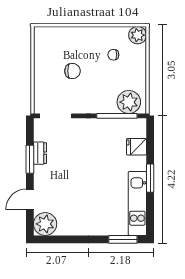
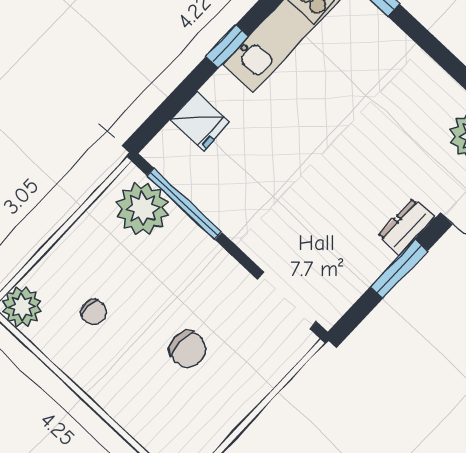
chair: (72, 71) -> (188, 349), turned 180
dresser: (40, 153) -> (406, 227), moved
window: (150, 178) -> (227, 47), width x0.67

